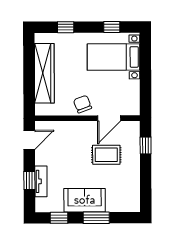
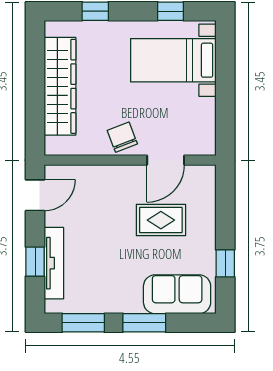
window: (146, 146) -> (225, 263), moved
tv unit: (41, 181) -> (54, 263), width x1.41
sofa: (85, 200) -> (177, 294), moved
window: (59, 218) -> (83, 323), width x1.50

